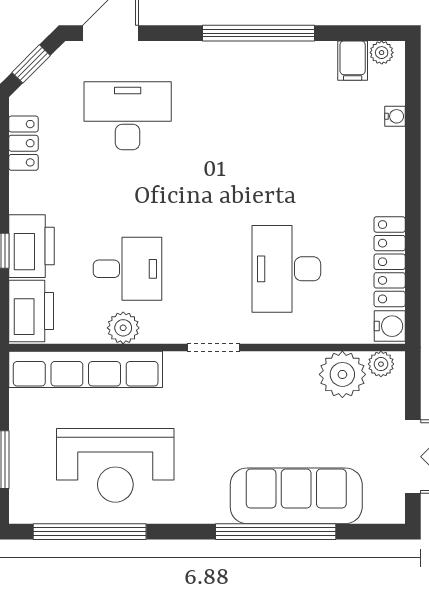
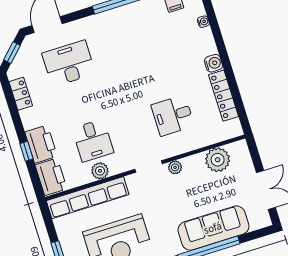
desk: (128, 269) -> (93, 140), turned 90
desk: (286, 269) -> (173, 115), width x0.73
water cooler: (390, 326) -> (213, 63), moved
plant: (381, 364) -> (175, 167), moved

